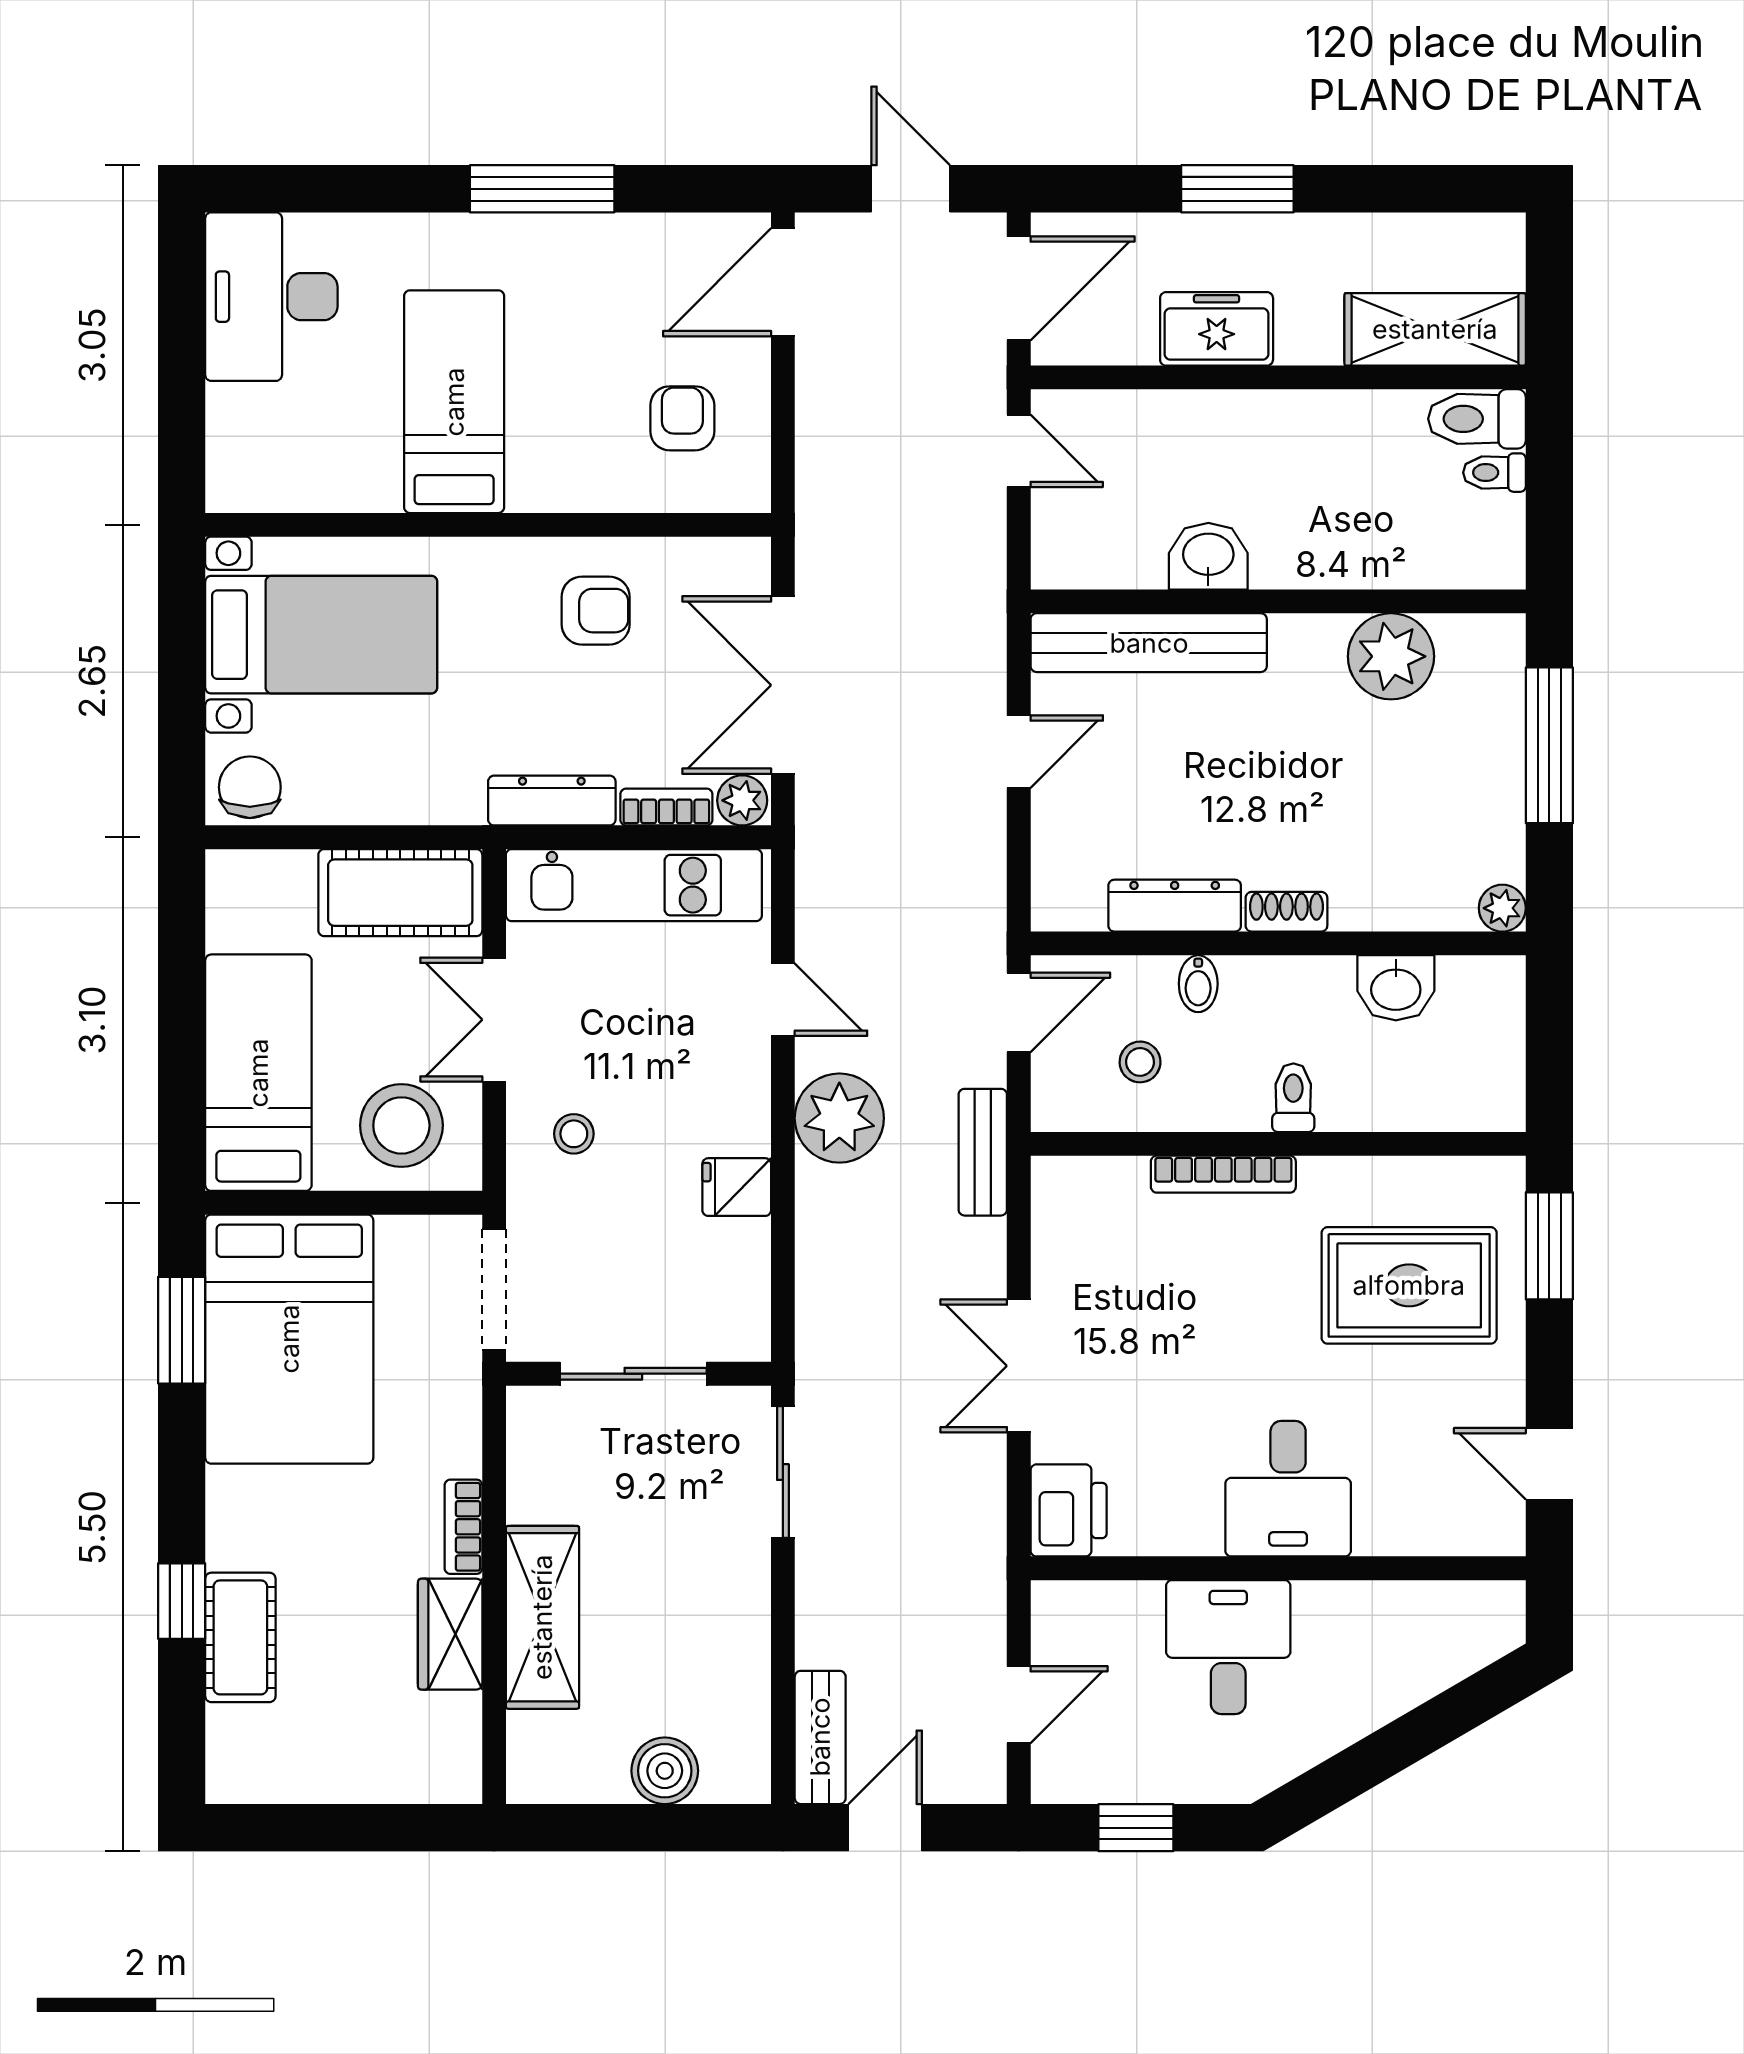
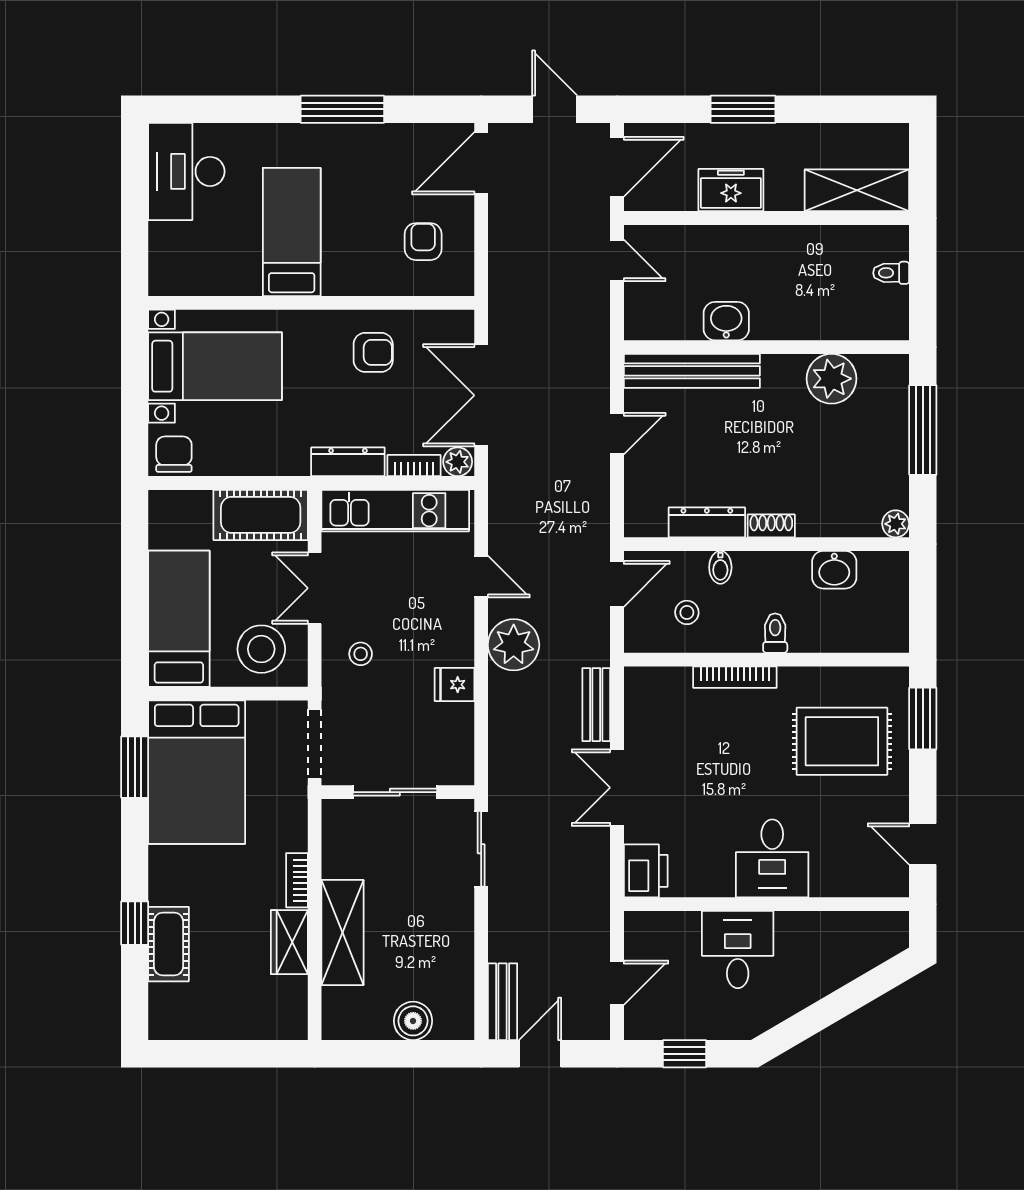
toilet: (1477, 419) -> (881, 242), removed
bench: (983, 1152) -> (596, 705), moved

